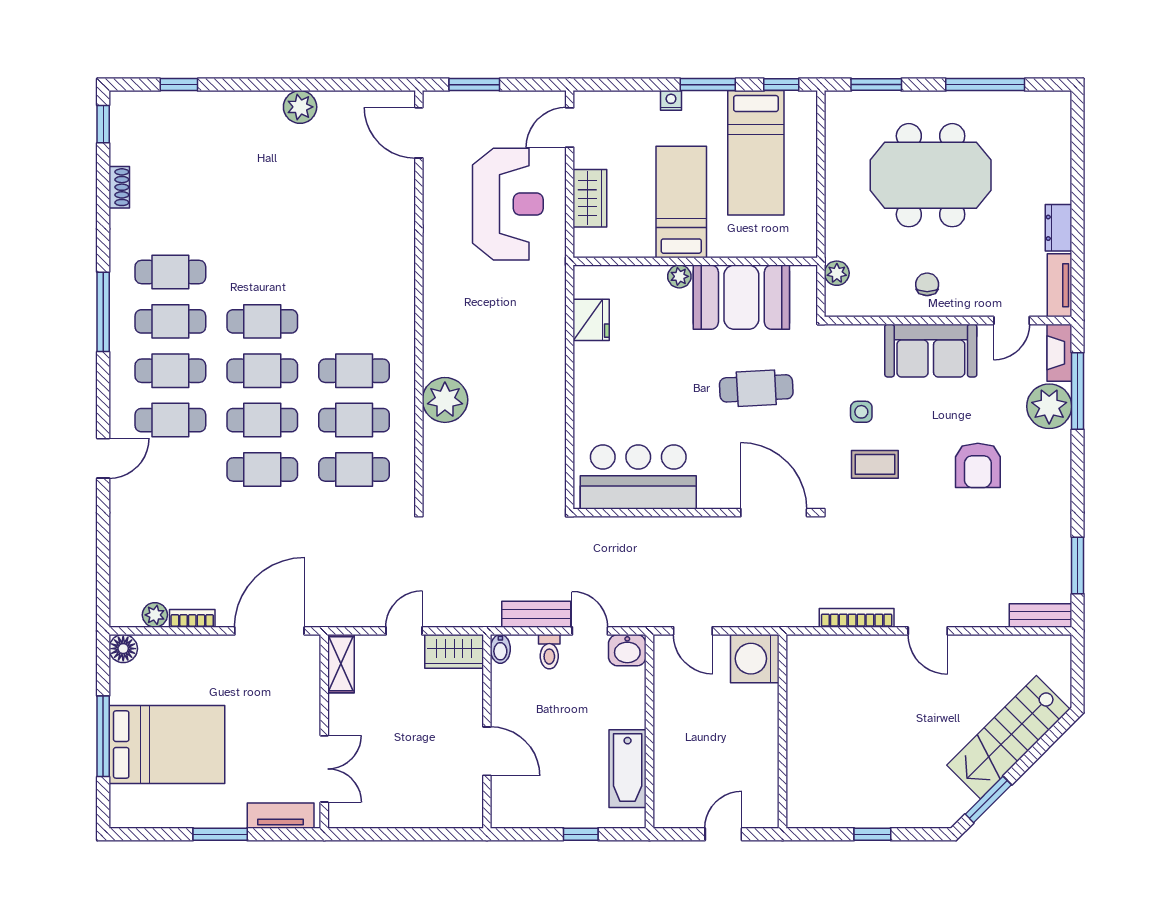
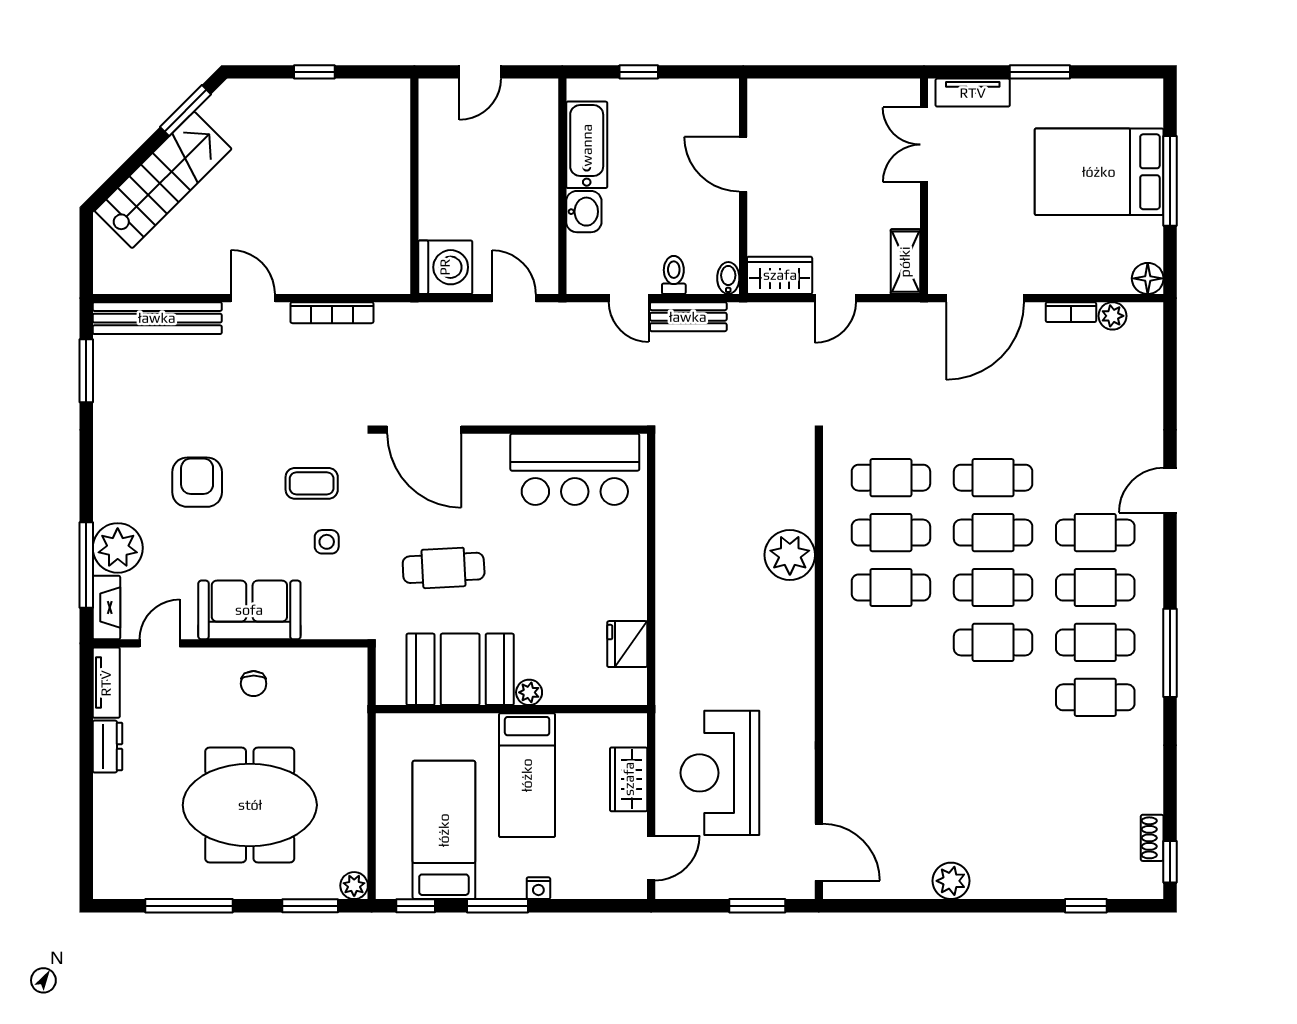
shoe rack: (119, 187) -> (1152, 838), moved
plant: (837, 273) -> (354, 886), moved
bench: (1041, 615) -> (157, 318), width x1.86, depth x1.21
washbasin: (627, 650) -> (584, 212), moved, turned 90

